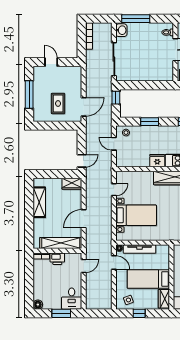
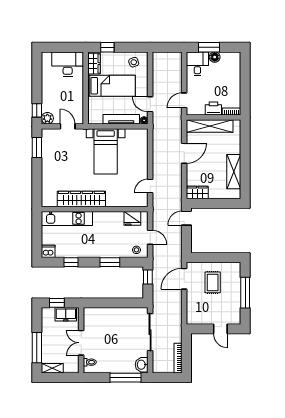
window: (116, 98) -> (148, 277), moved
fridge: (157, 161) -> (132, 218), moved
bed with nightstands: (136, 215) -> (106, 151), moved, turned -90
floor lamp: (38, 305) -> (215, 57), moved
window: (139, 313) -> (107, 47), moved

